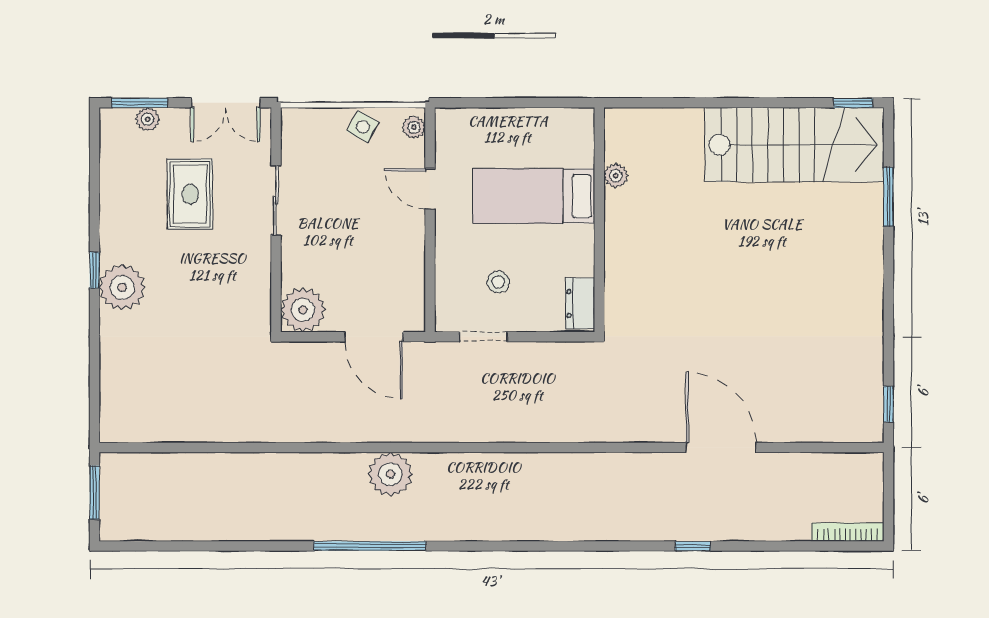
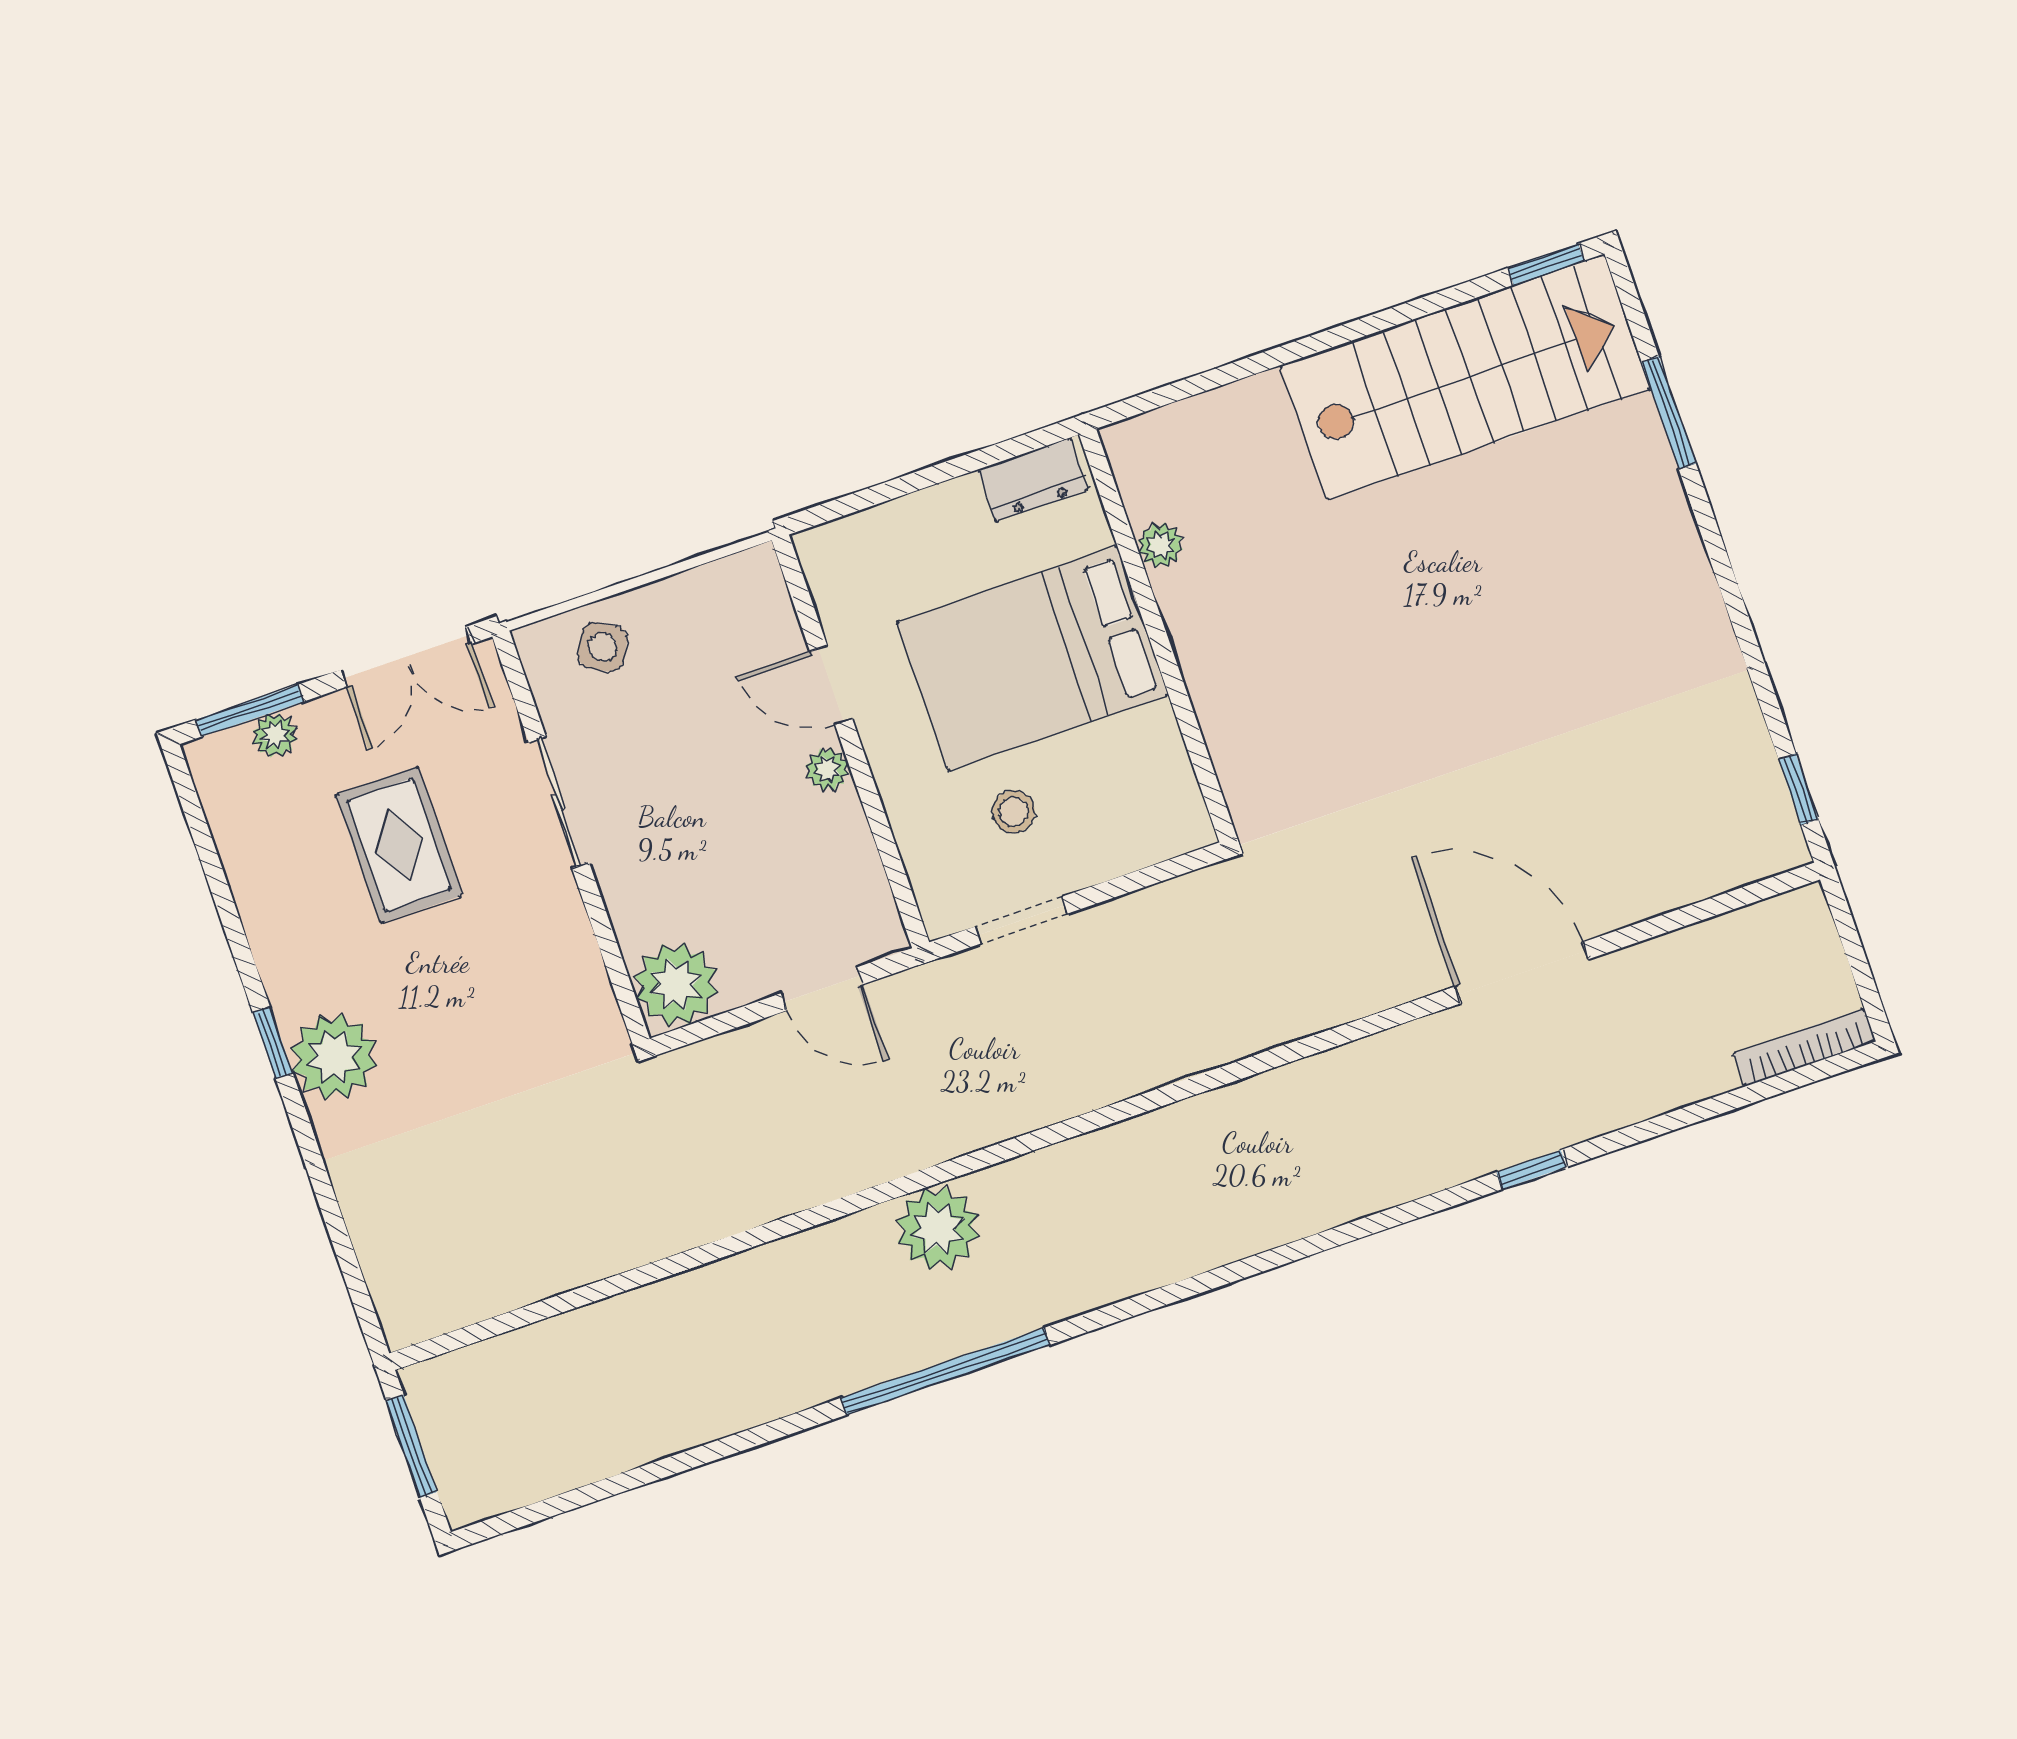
side table: (363, 127) -> (602, 647), moved
plant: (414, 127) -> (827, 769), moved
bed: (534, 196) -> (1033, 658), width x1.50
dresser: (580, 304) -> (1033, 480), moved, turned -90
door: (374, 337) -> (822, 989), width x0.73

